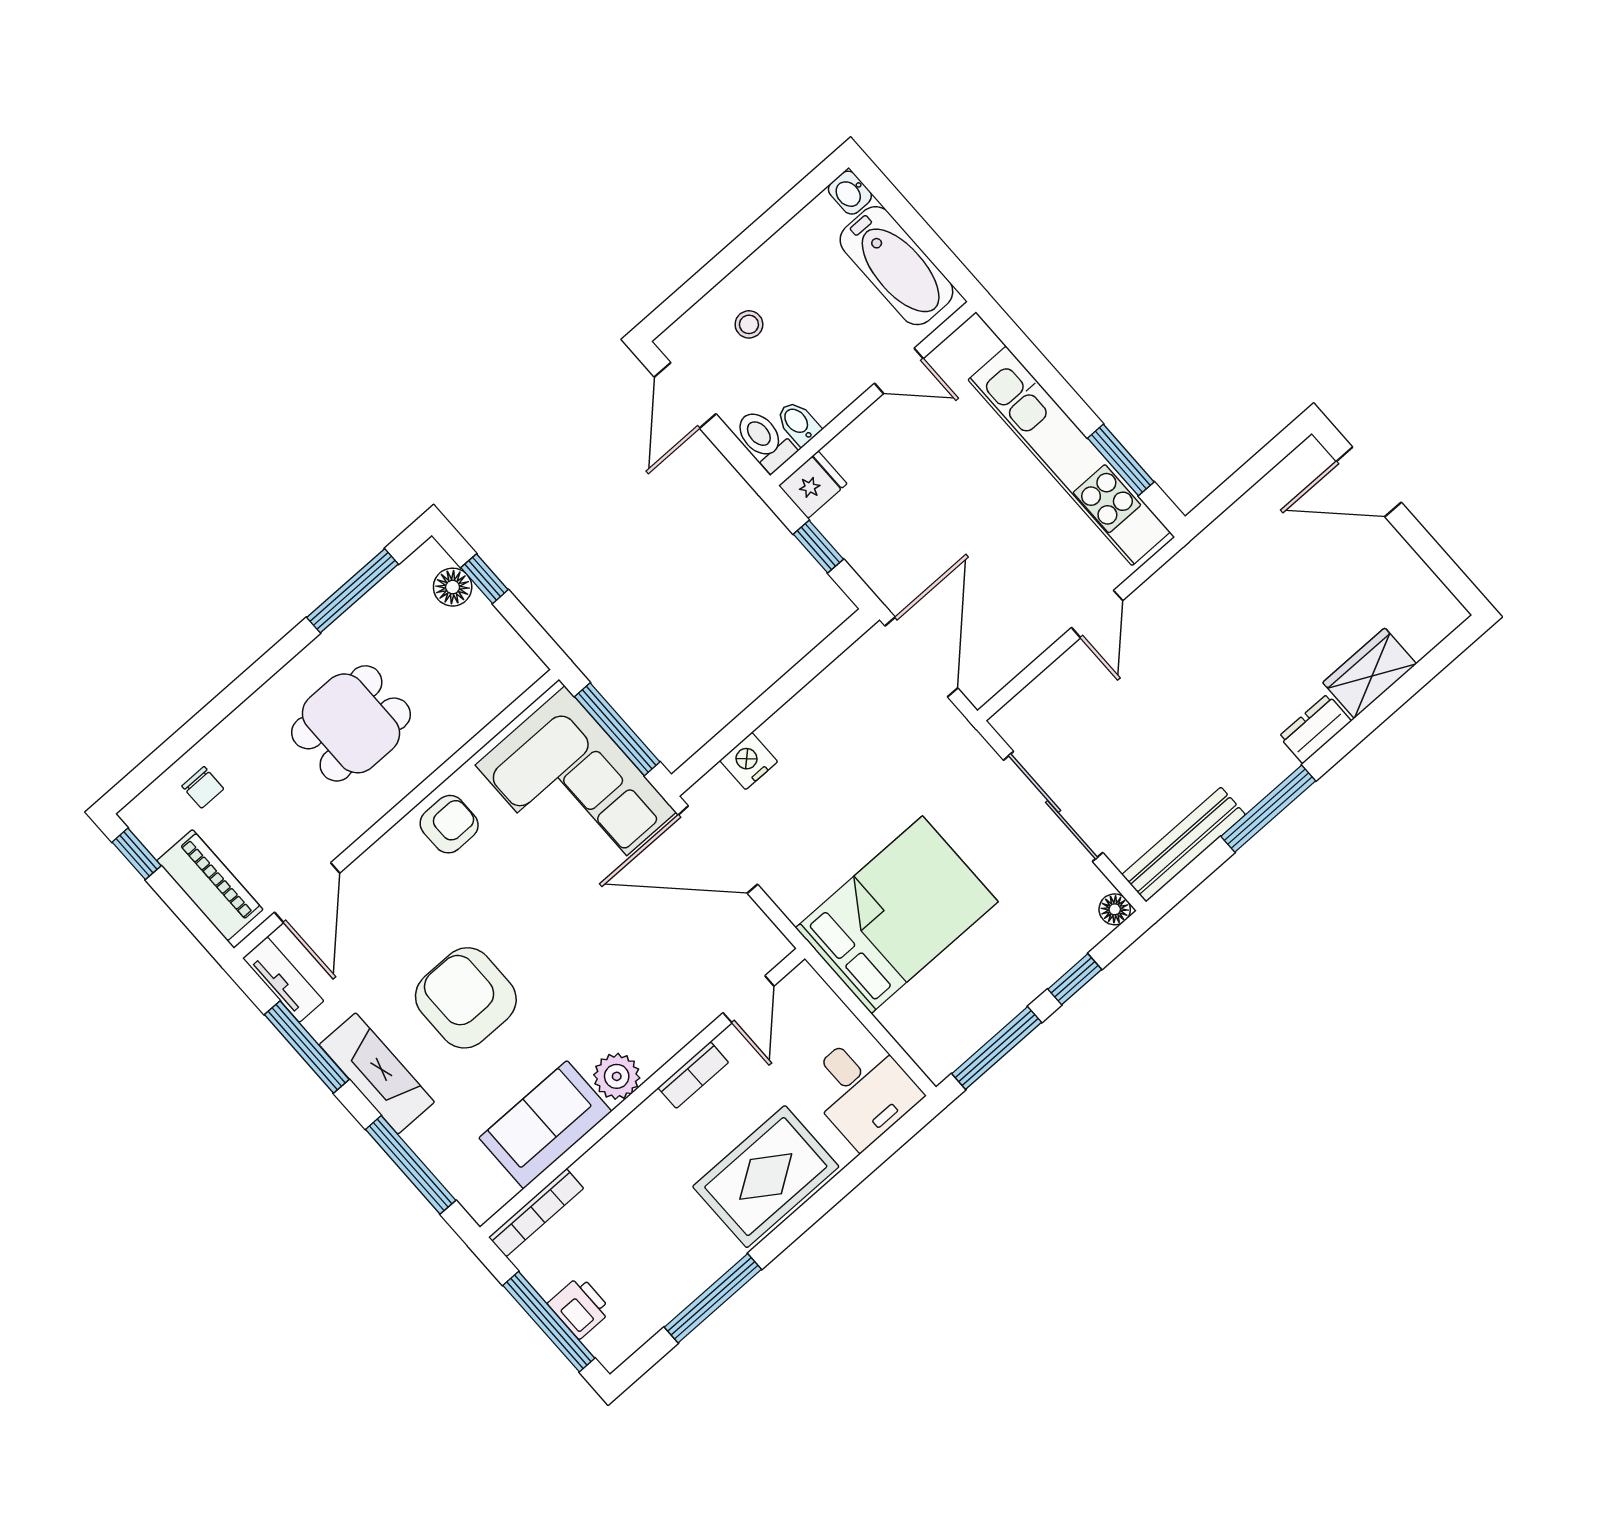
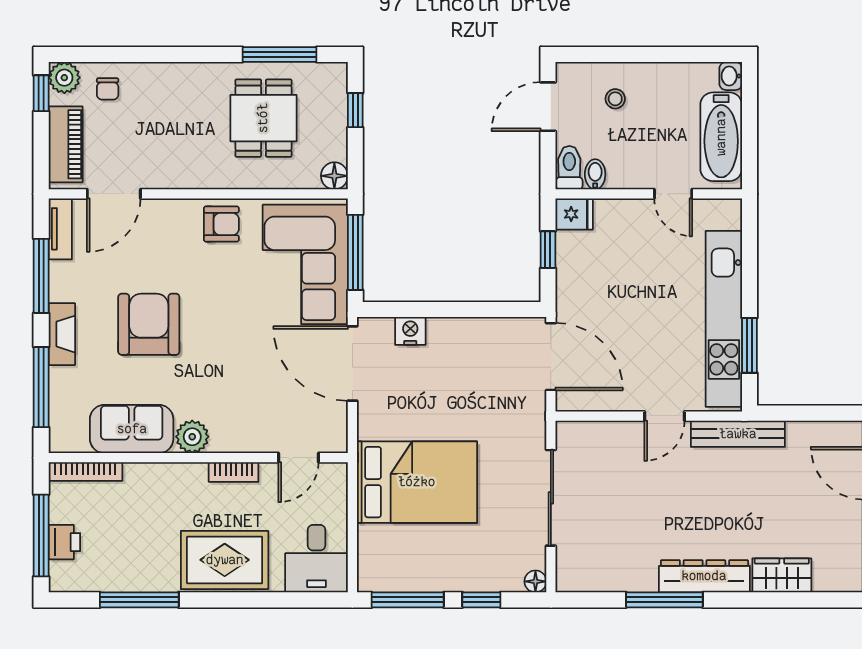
floor lamp: (453, 587) -> (334, 176), moved
door: (921, 657) -> (551, 357), hinge flipped
dining table: (351, 723) -> (263, 118), moved, turned 90
dresser: (1315, 729) -> (704, 576), width x1.96, depth x1.24
plant: (146, 816) -> (64, 78), added
bench: (1184, 845) -> (738, 434), moved
fireplace: (377, 1073) -> (62, 334), width x0.73, depth x0.76

